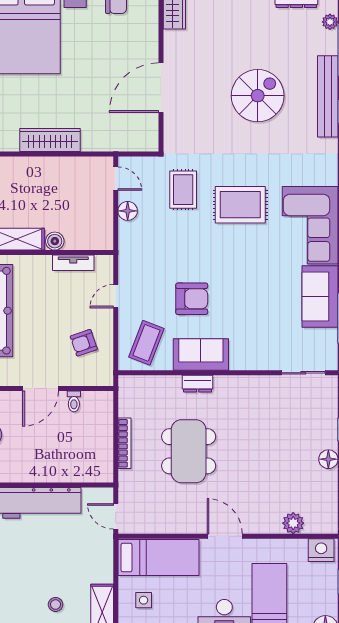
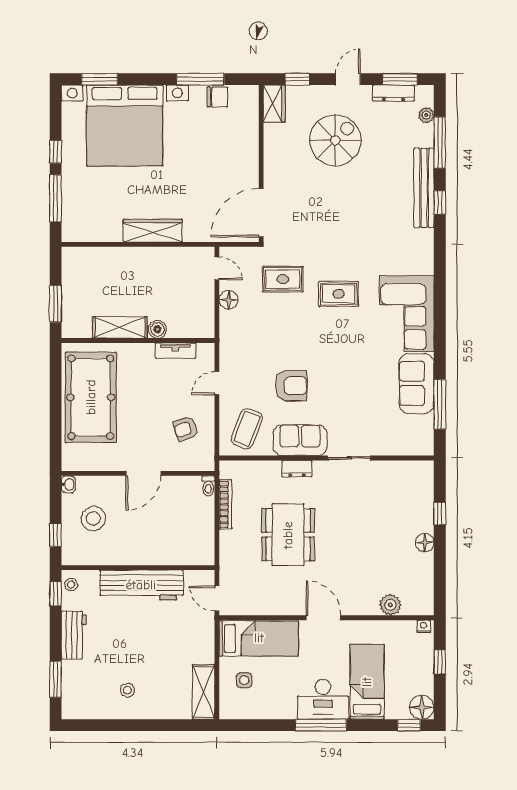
door: (161, 88) -> (261, 213), moved
spiral stairs: (258, 96) -> (335, 140), moved
rug: (183, 190) -> (283, 279), turned 90
rug: (240, 205) -> (339, 294), width x0.73, depth x0.70
sliding door: (303, 373) -> (349, 458), moved
toilet: (74, 401) -> (208, 486), moved
bookcase: (124, 443) -> (225, 504), moved
nightstand: (321, 550) -> (423, 626), width x0.53, depth x0.56
stool: (56, 604) -> (127, 690), moved

